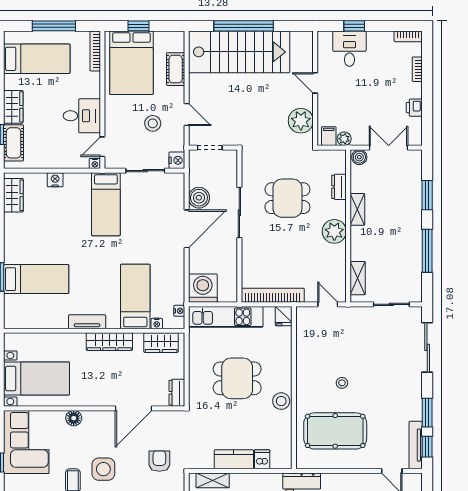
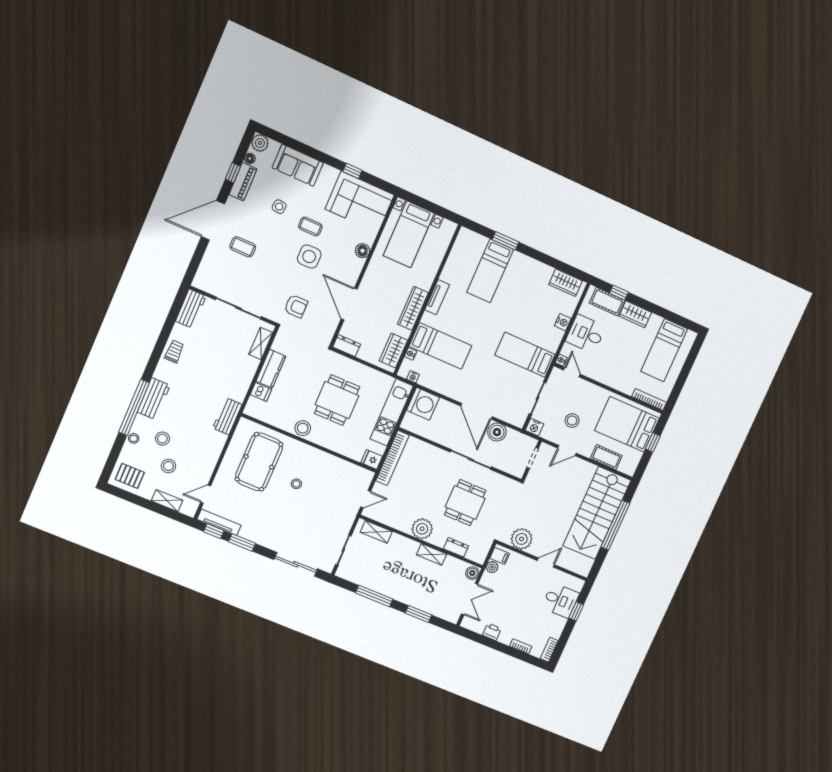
window: (54, 26) -> (683, 375), removed
desk: (82, 116) -> (586, 334), moved, turned 90

